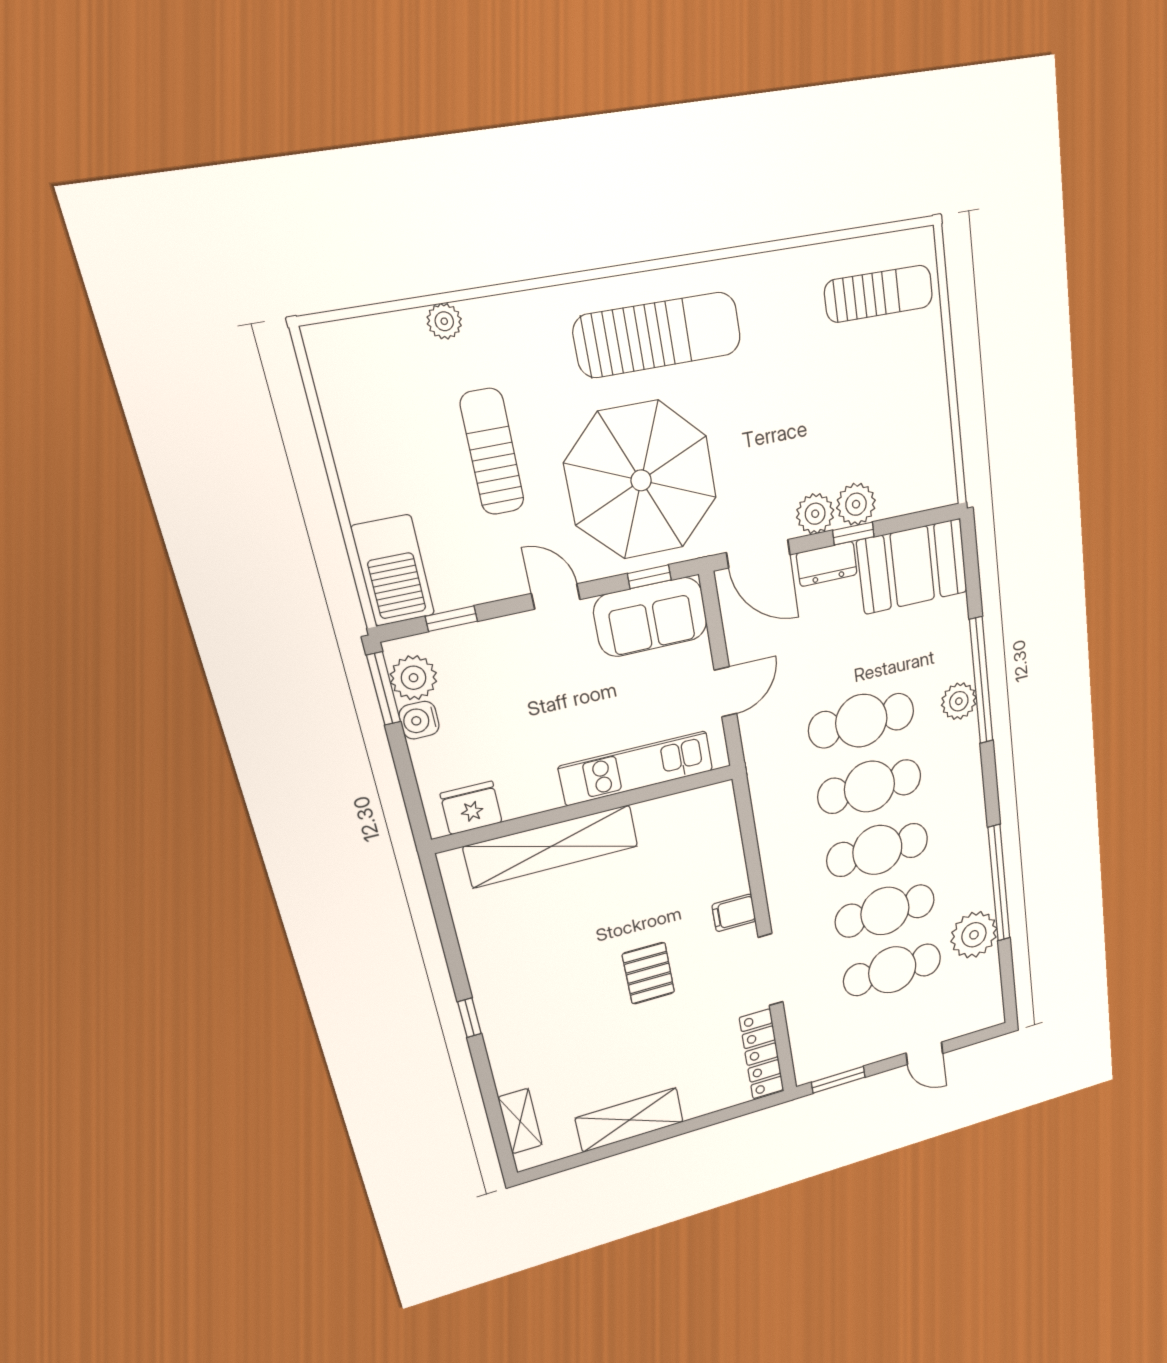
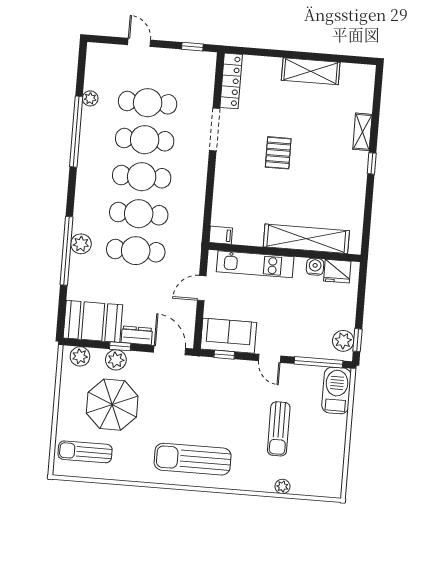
parasol: (641, 480) -> (112, 405), moved, width x0.73, depth x0.73
plant: (815, 514) -> (80, 356), moved
window: (451, 619) -> (318, 362), width x2.17
window: (384, 689) -> (358, 340), width x0.67
water cooler: (419, 720) -> (315, 267), moved, turned -90
filing cabinet: (734, 913) -> (221, 235), moved
plant: (974, 935) -> (90, 98), width x0.53, depth x0.53
window: (838, 1080) -> (192, 47), width x0.67
shelving: (520, 1121) -> (362, 132), moved

